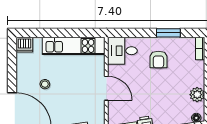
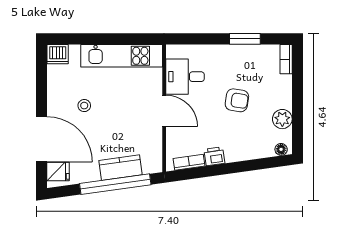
desk: (122, 51) -> (185, 77), moved
armchair: (158, 59) -> (237, 100), moved, turned -81

